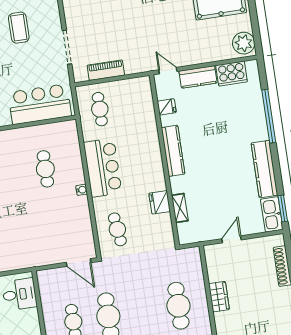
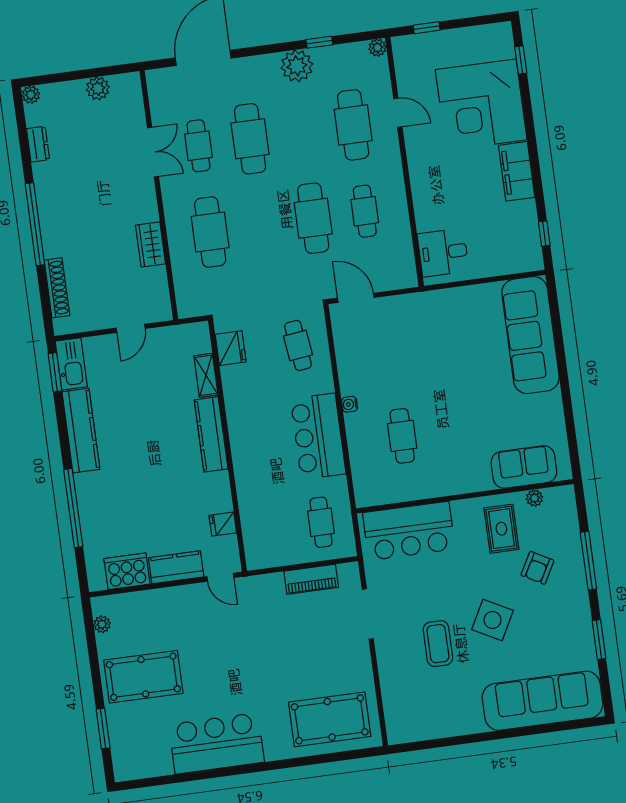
plant: (244, 43) -> (102, 624), width x0.53, depth x0.53
kitchen counter: (173, 151) -> (211, 434), moved
fridge: (160, 202) -> (231, 348), moved

